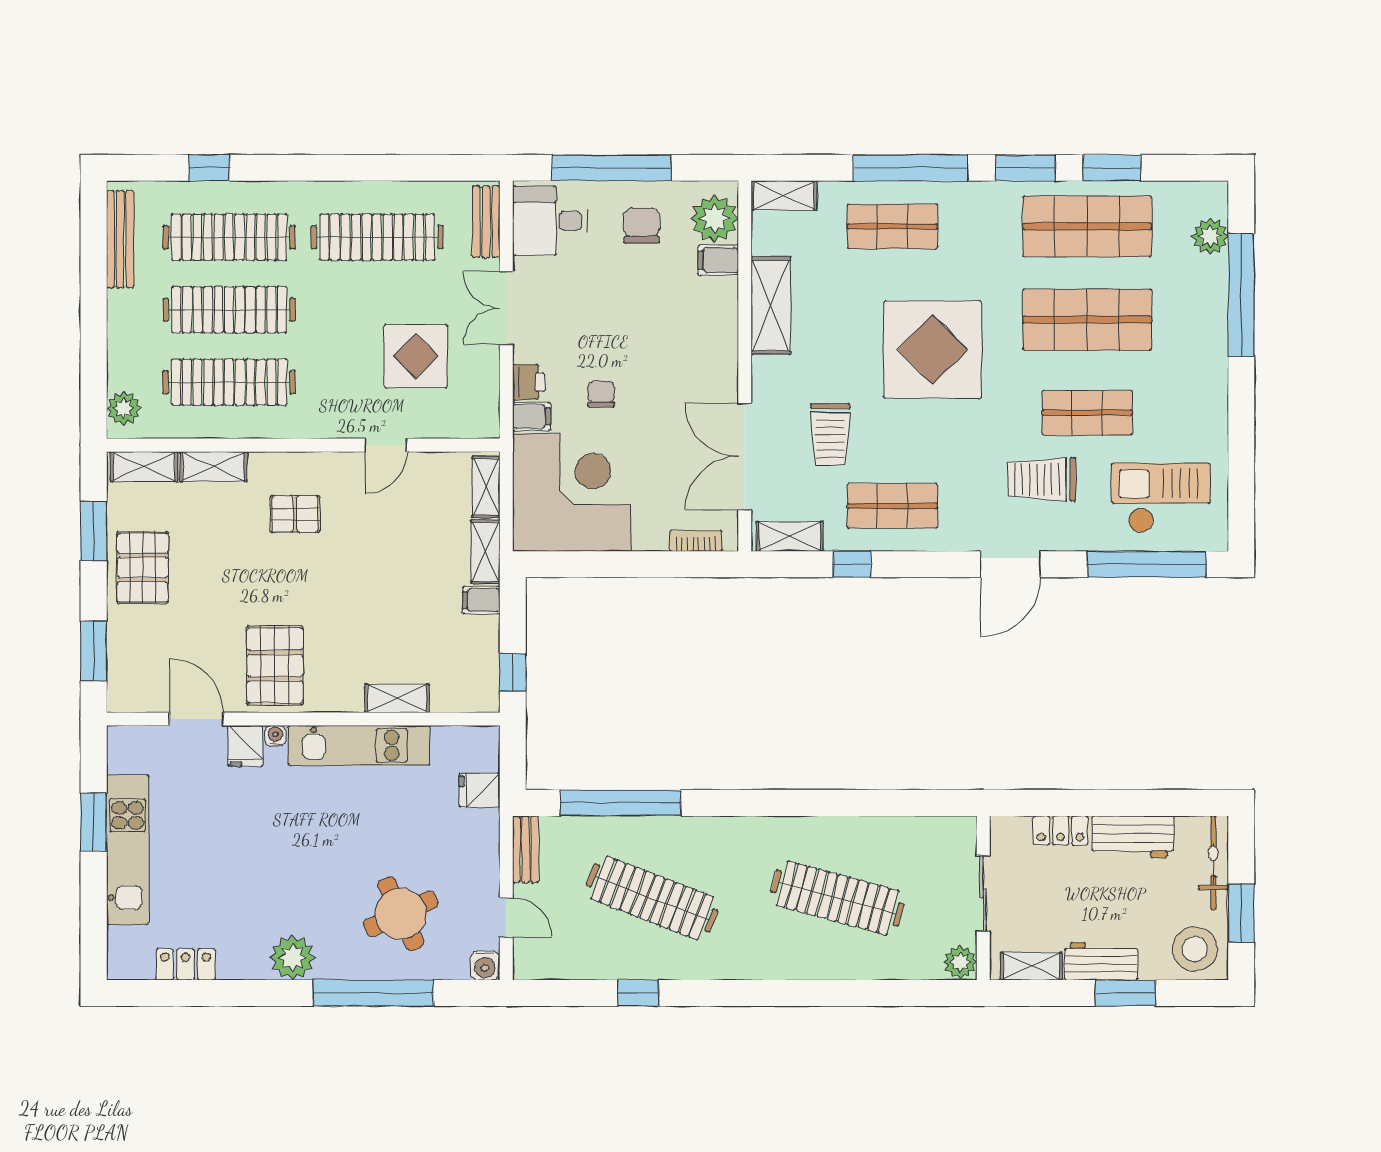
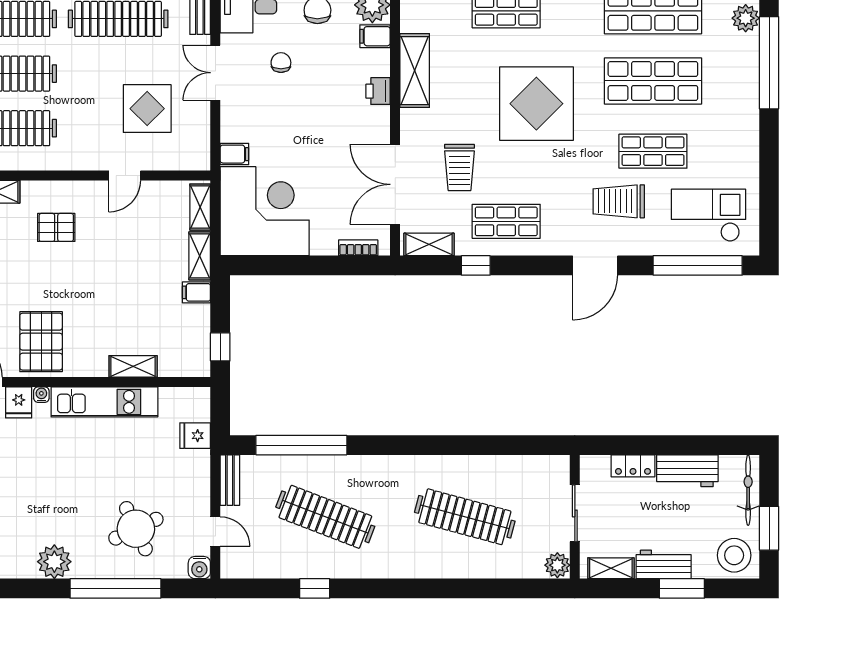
printer: (529, 382) -> (378, 91), moved, turned 180
chair: (601, 394) -> (281, 63), moved

